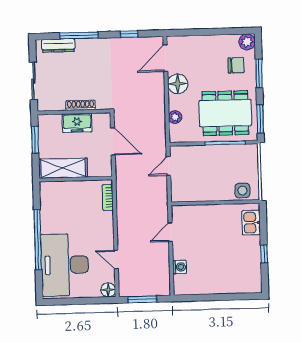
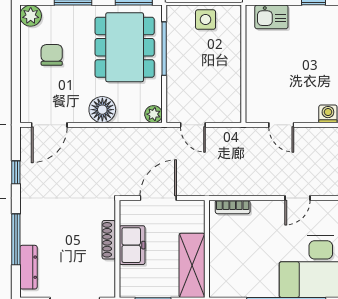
door: (165, 58) -> (49, 125), hinge flipped
chair: (236, 65) -> (52, 55), moved
floor lamp: (178, 84) -> (102, 110), moved
plant: (175, 117) -> (154, 114), moved
side table: (242, 191) -> (206, 20), moved
door: (116, 260) -> (297, 198), moved

